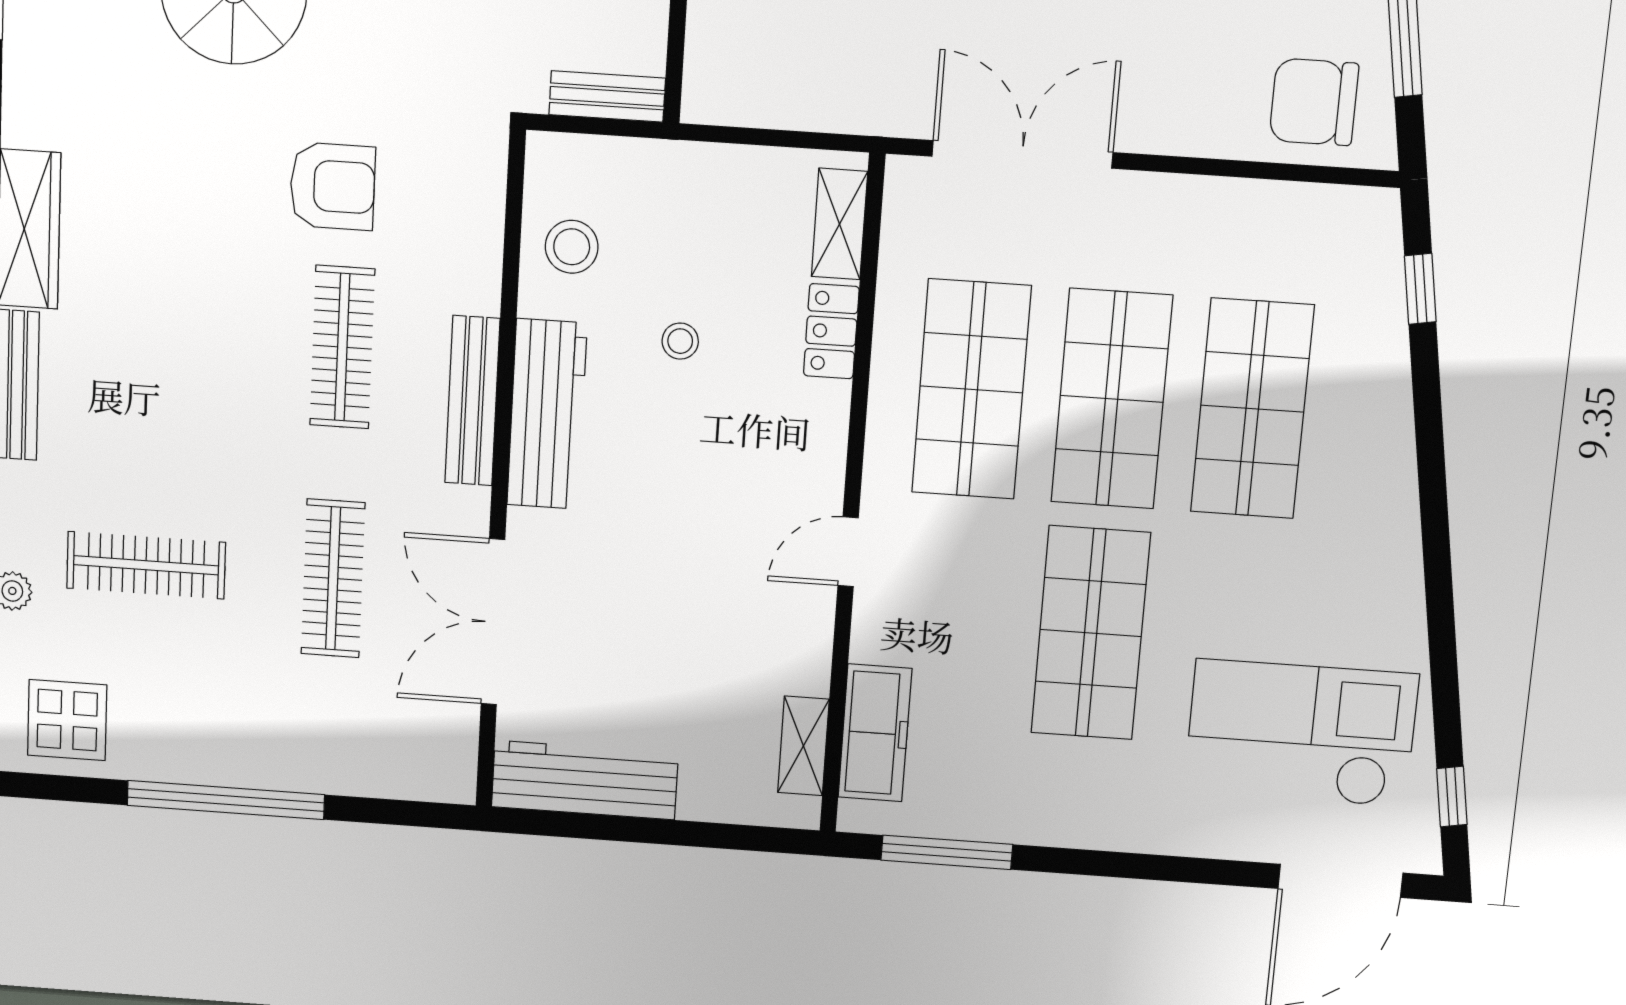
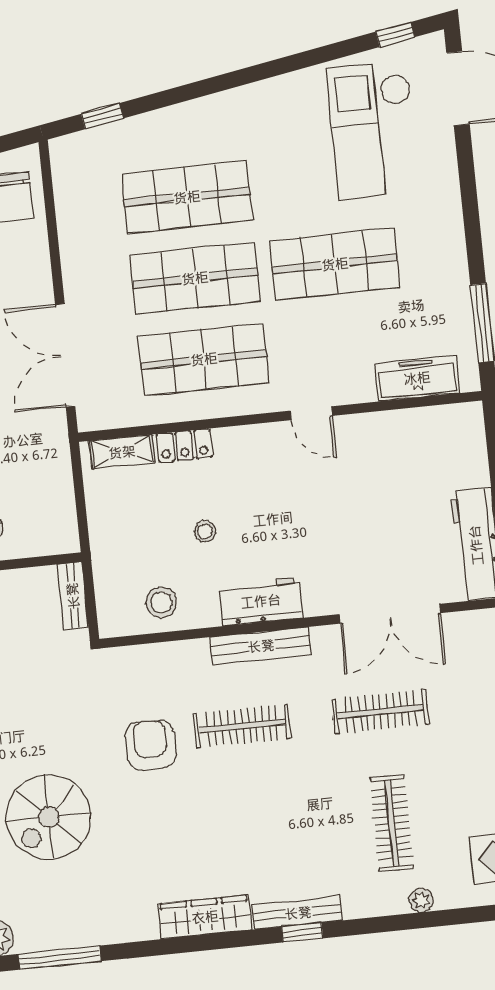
workbench: (547, 414) -> (261, 601), width x0.73
shelving: (803, 746) -> (432, 419), removed

